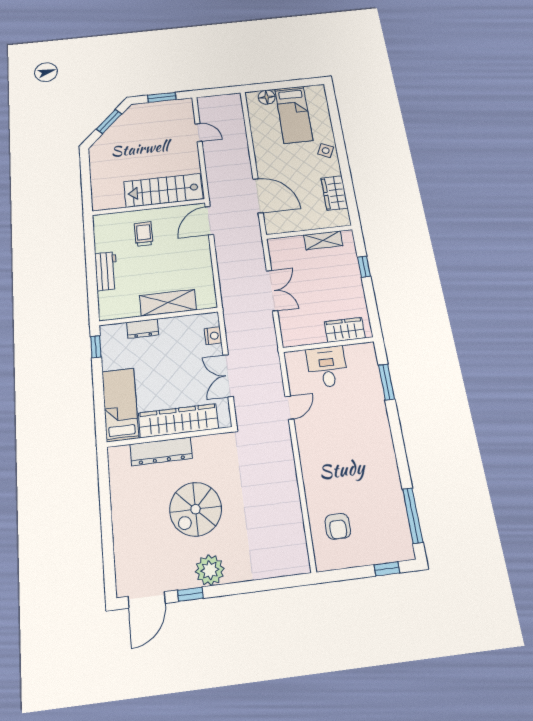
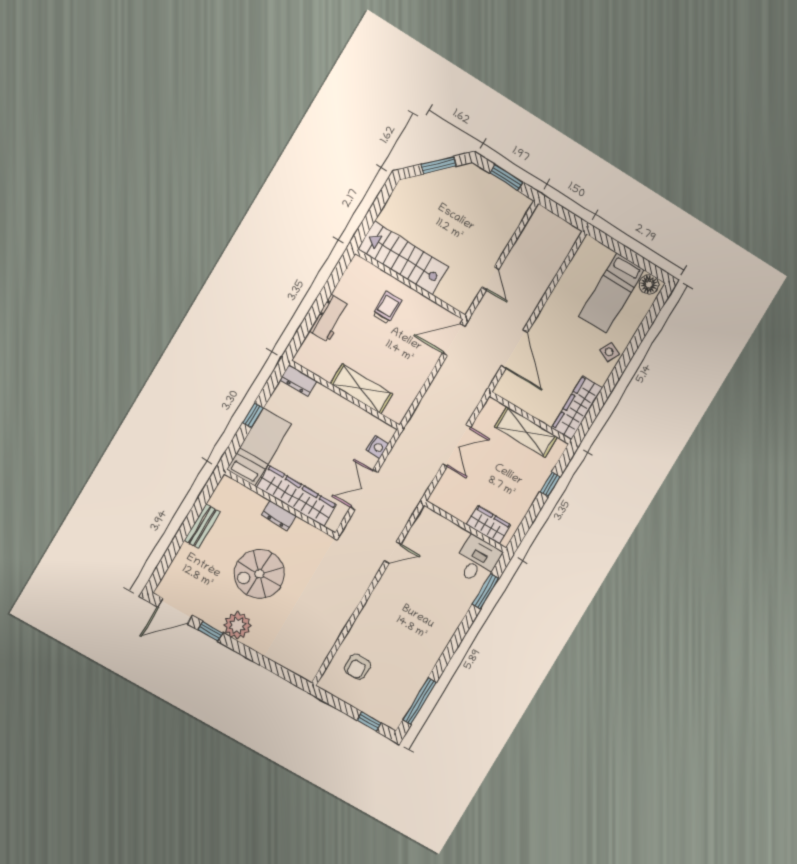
floor lamp: (267, 97) -> (649, 284), moved
door: (199, 133) -> (490, 278), moved
stairs: (163, 190) -> (403, 258), moved
wardrobe: (335, 193) -> (577, 408), width x1.50
shelving: (323, 240) -> (526, 432), width x1.50, depth x1.33
dresser: (143, 329) -> (298, 381), moved
window: (96, 347) -> (253, 415), moved
desk: (327, 367) -> (477, 560), moved
dresser: (161, 451) -> (279, 515), width x0.51, depth x0.80
bench: (119, 505) -> (202, 526), added

